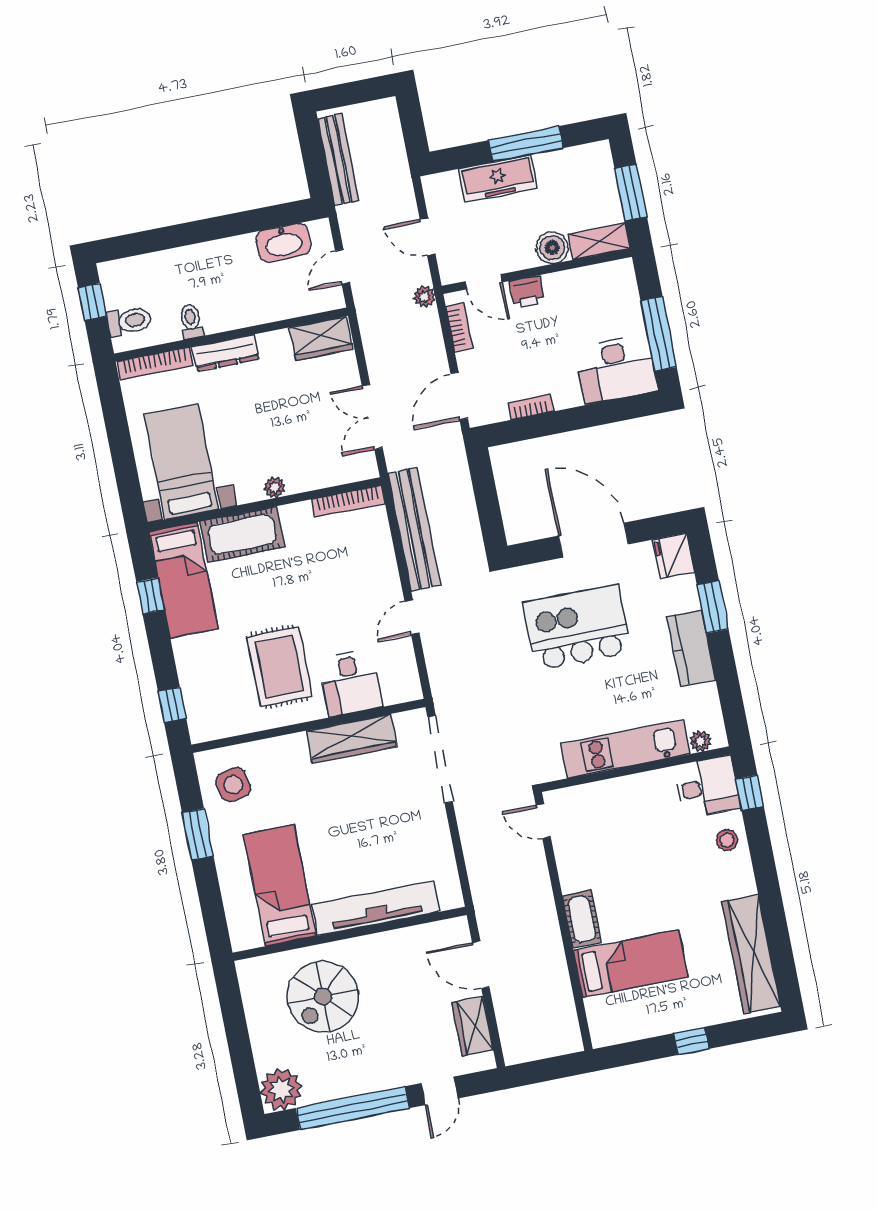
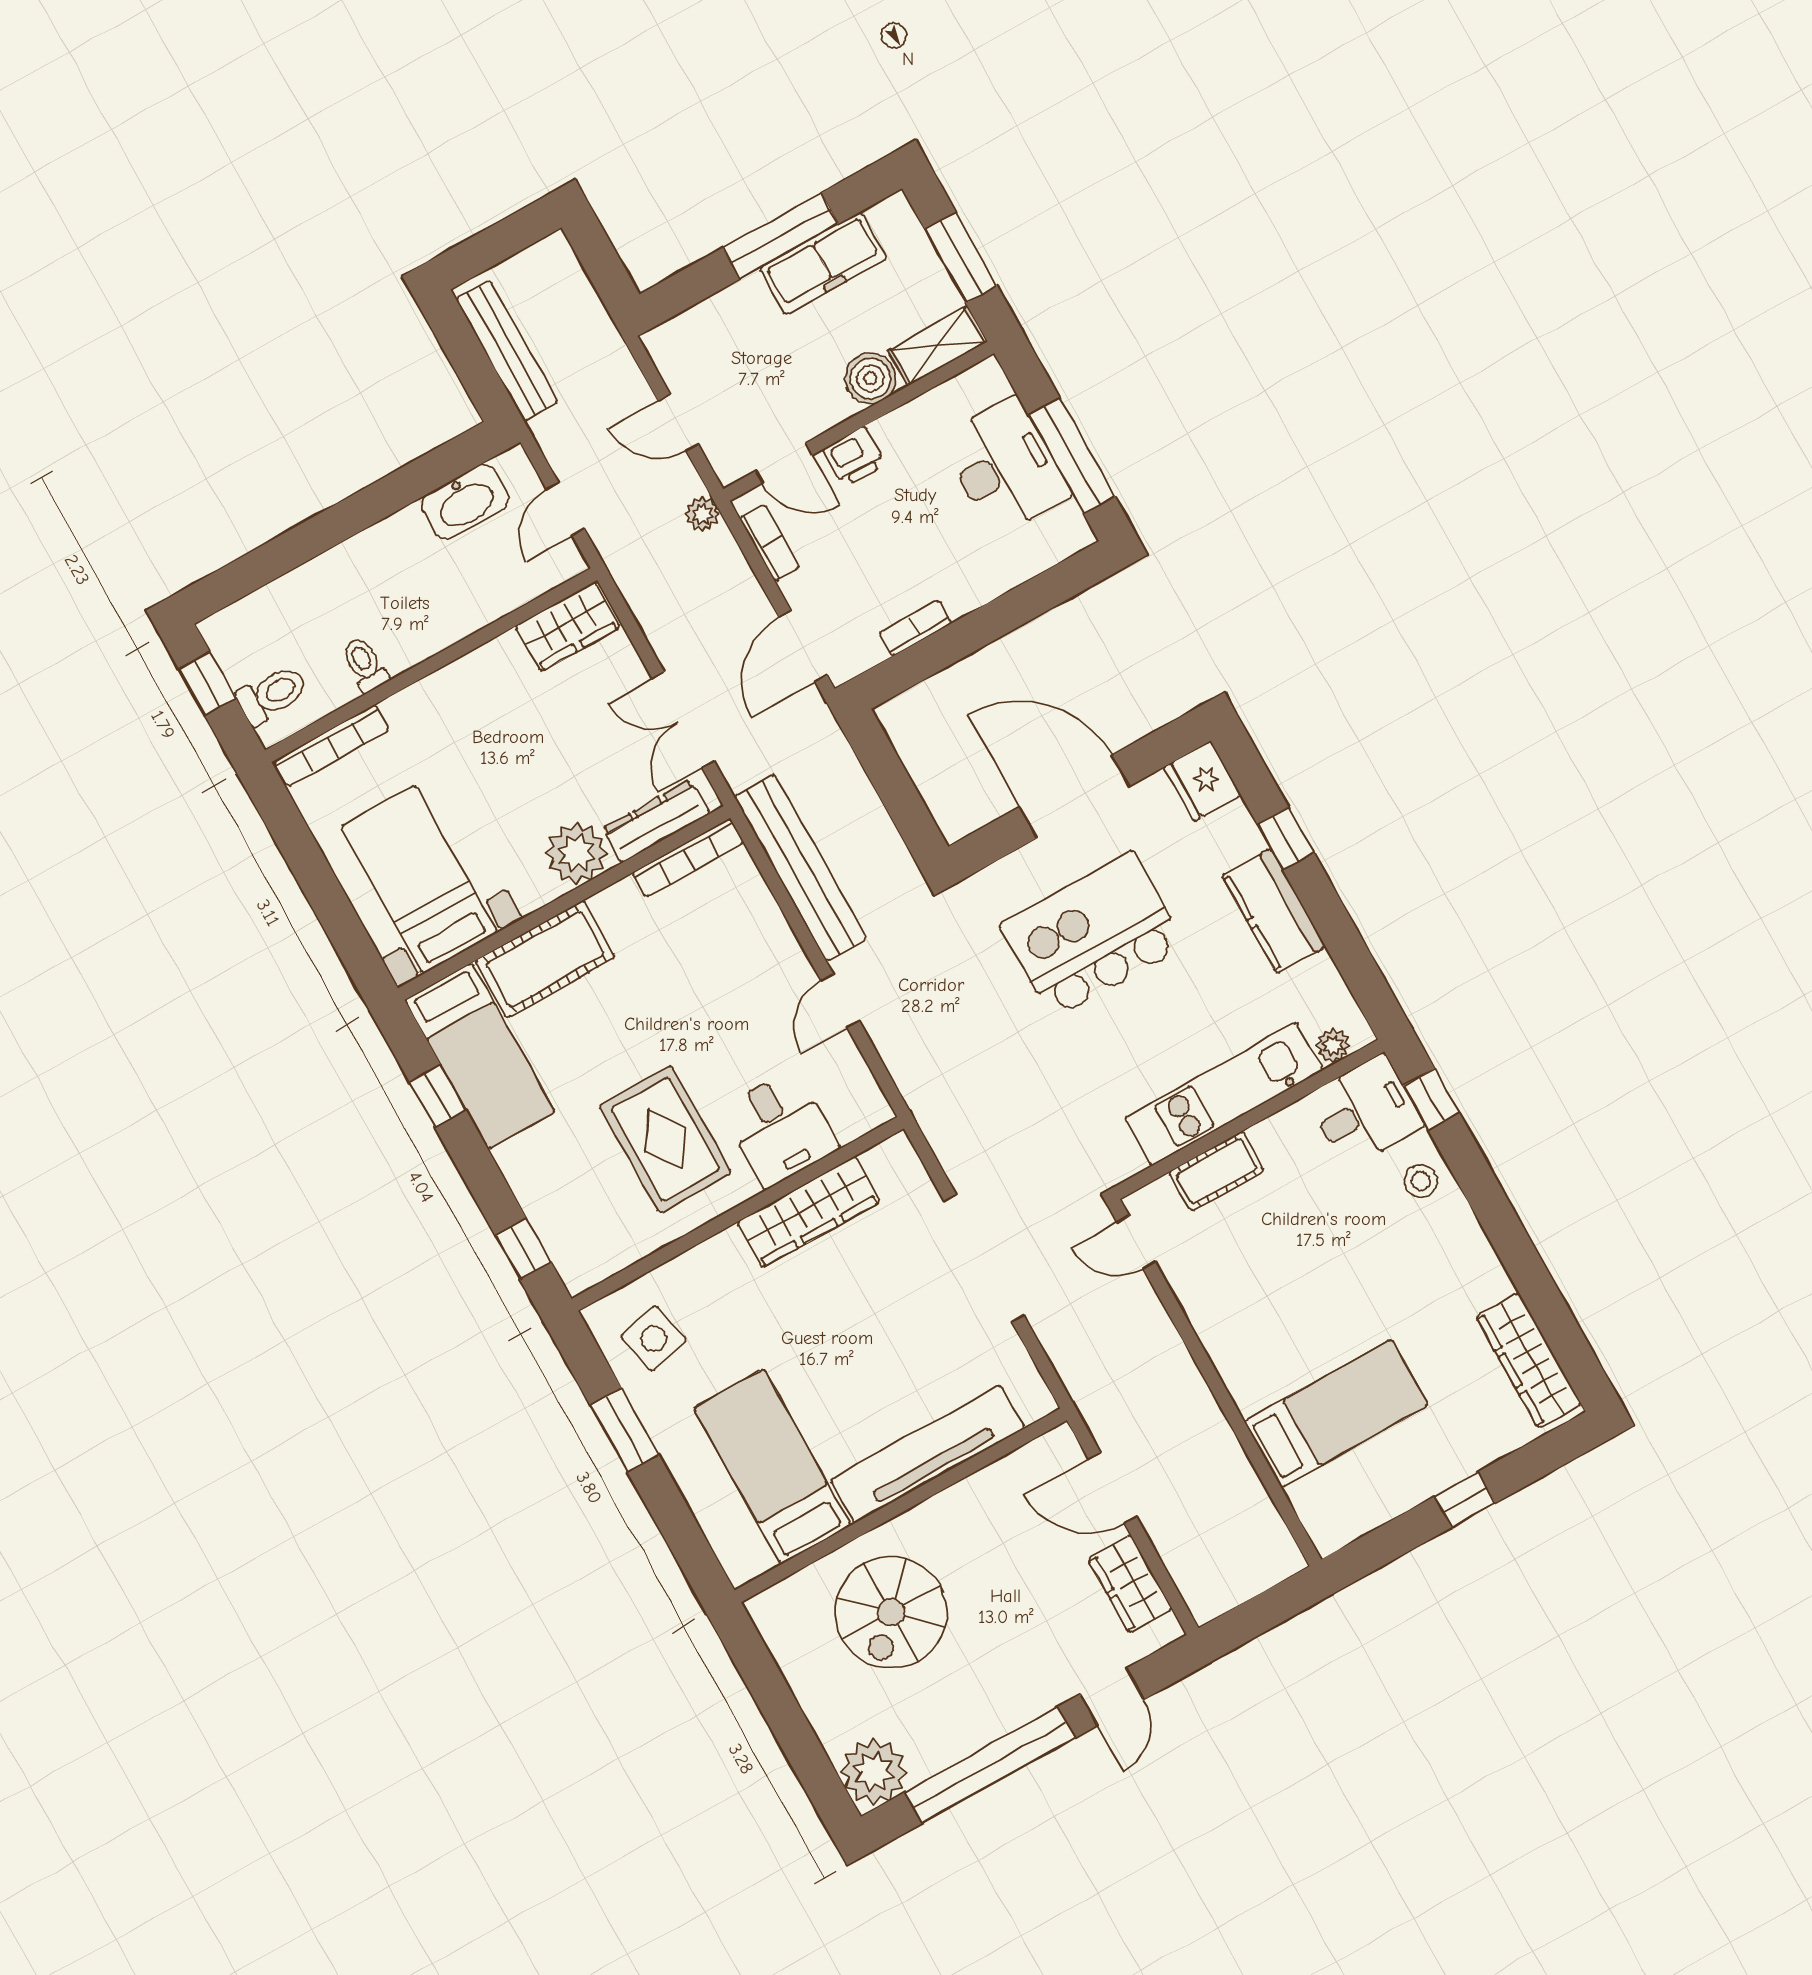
freezer: (498, 179) -> (823, 263), moved
dresser: (226, 353) -> (656, 821), moved, turned 180
desk: (616, 369) -> (1005, 467), moved, turned -90
plant: (275, 487) -> (576, 853), width x1.87, depth x1.87
window: (713, 607) -> (1286, 839), width x0.67
doorway: (440, 759) -> (984, 1258), moved
cot: (582, 919) -> (1217, 1171), moved, turned 90
wardrobe: (751, 954) -> (1529, 1360), width x0.71, depth x0.85

